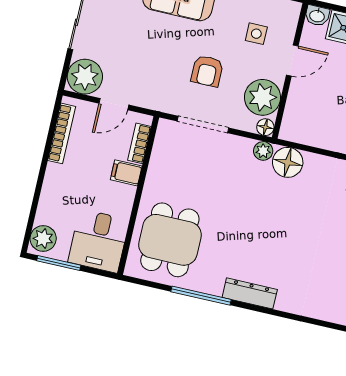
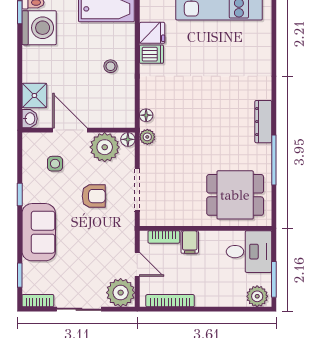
door: (292, 60) -> (70, 130), width x1.38
floor lamp: (288, 162) -> (146, 115), width x0.53, depth x0.53

